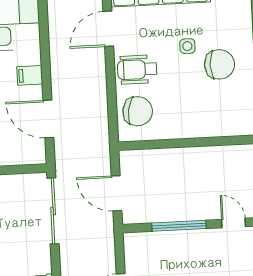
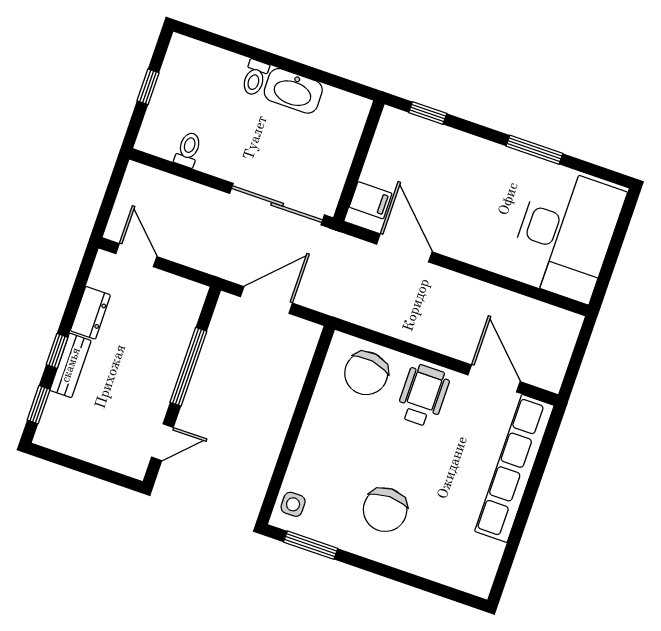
side table: (187, 46) -> (293, 504), moved
filing cabinet: (30, 75) -> (371, 200), moved, turned 90
door: (48, 119) -> (404, 248), hinge flipped

